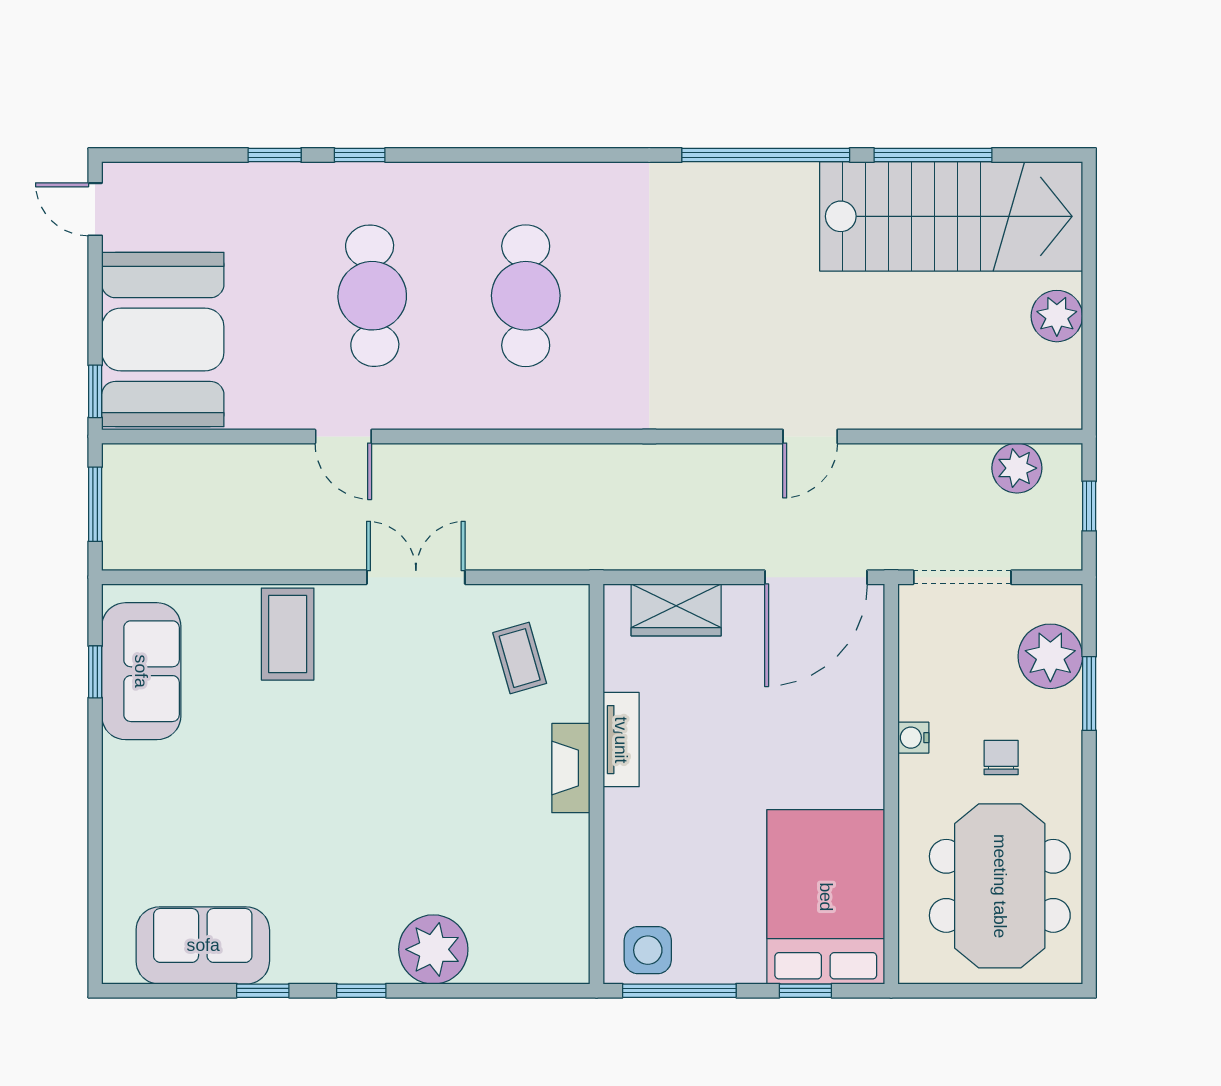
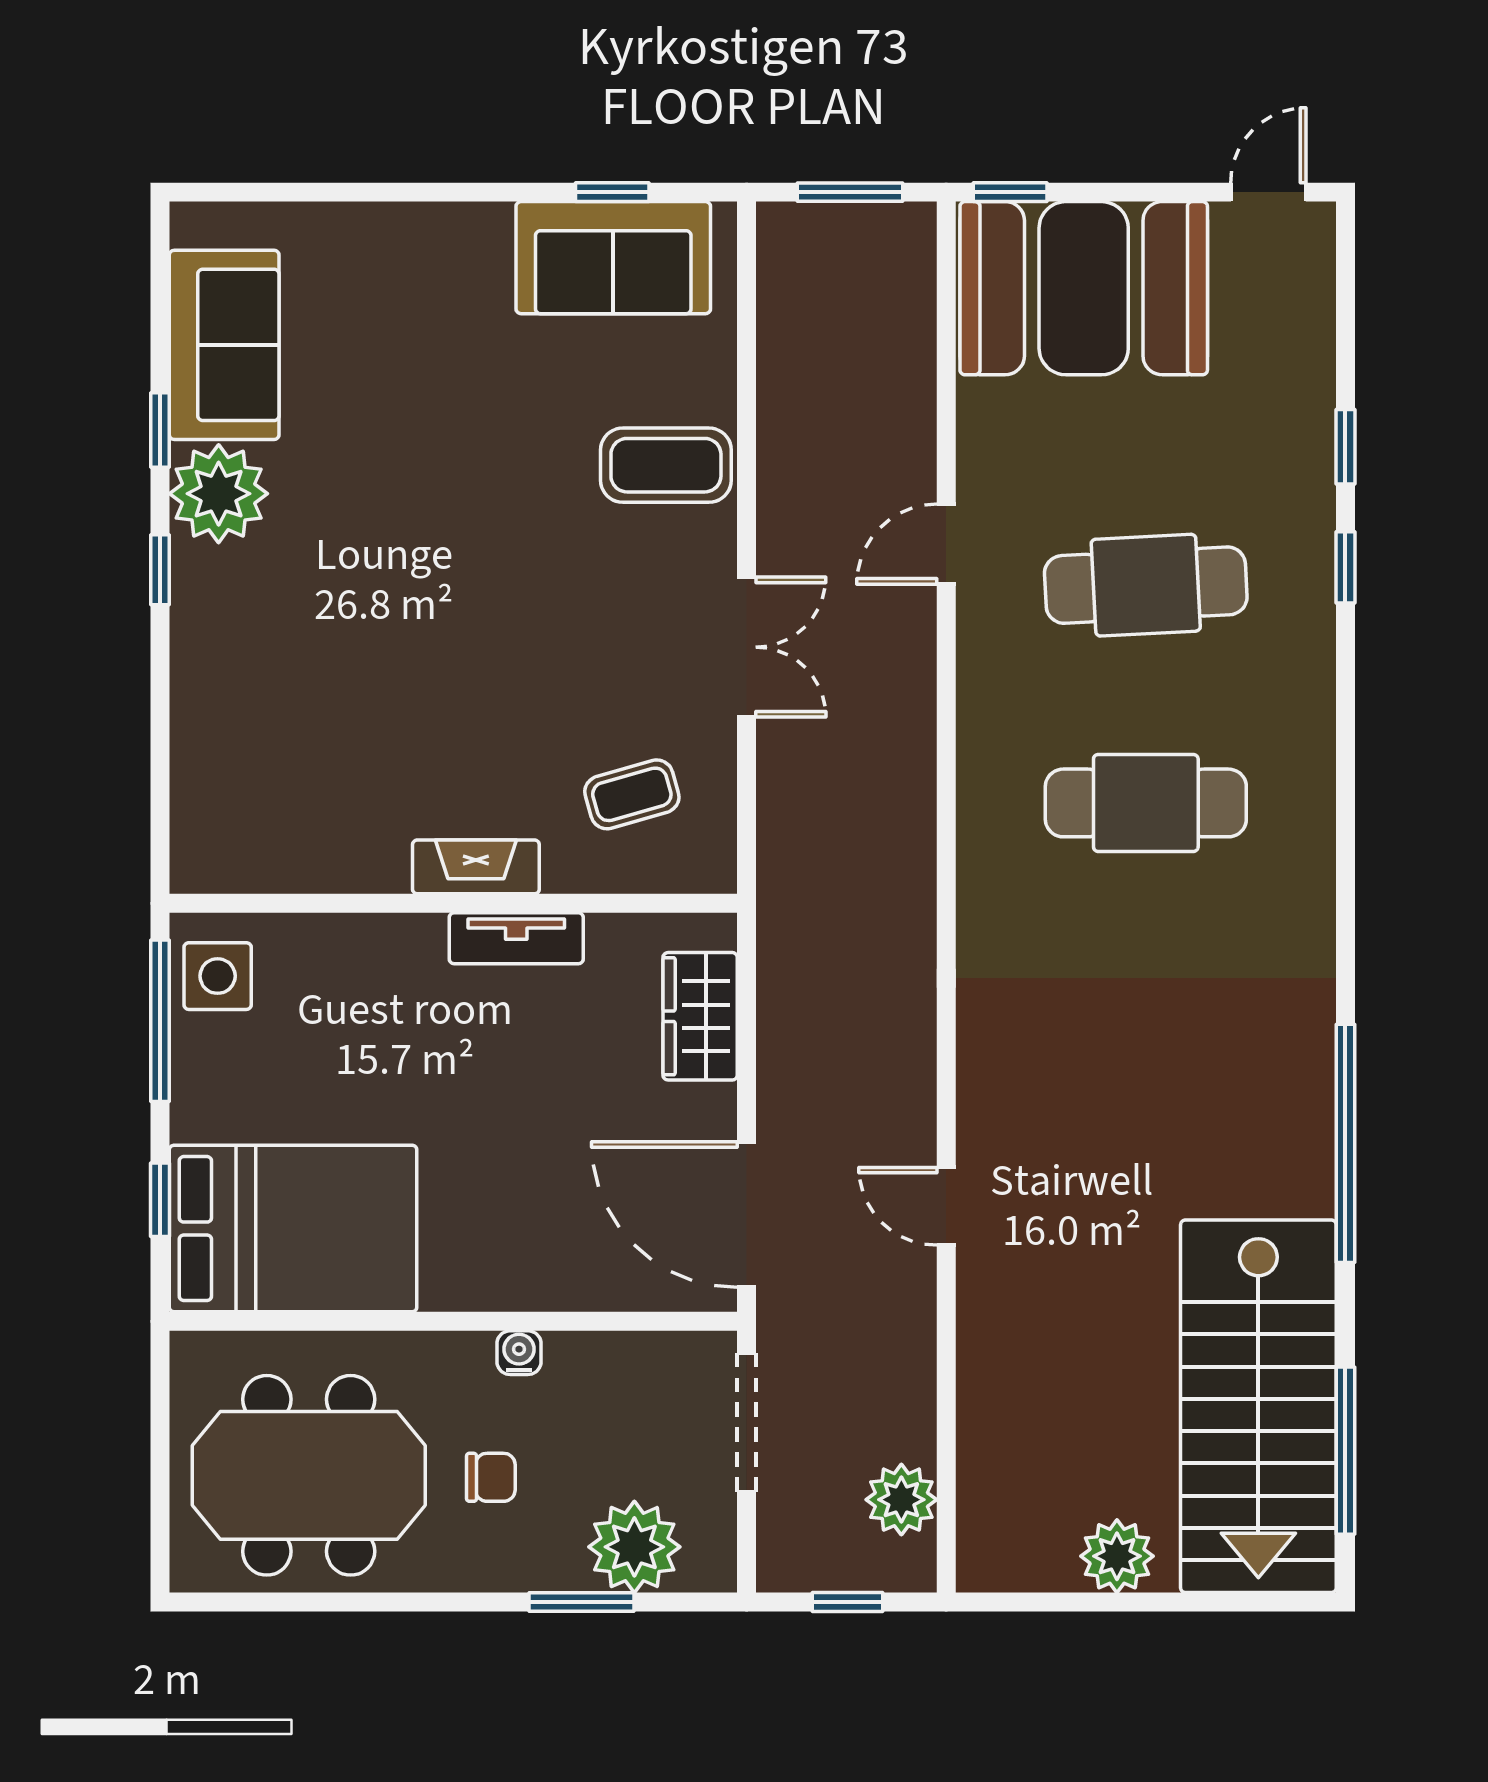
window: (933, 155) -> (1345, 1451), moved
plant: (433, 949) -> (219, 494), moved

